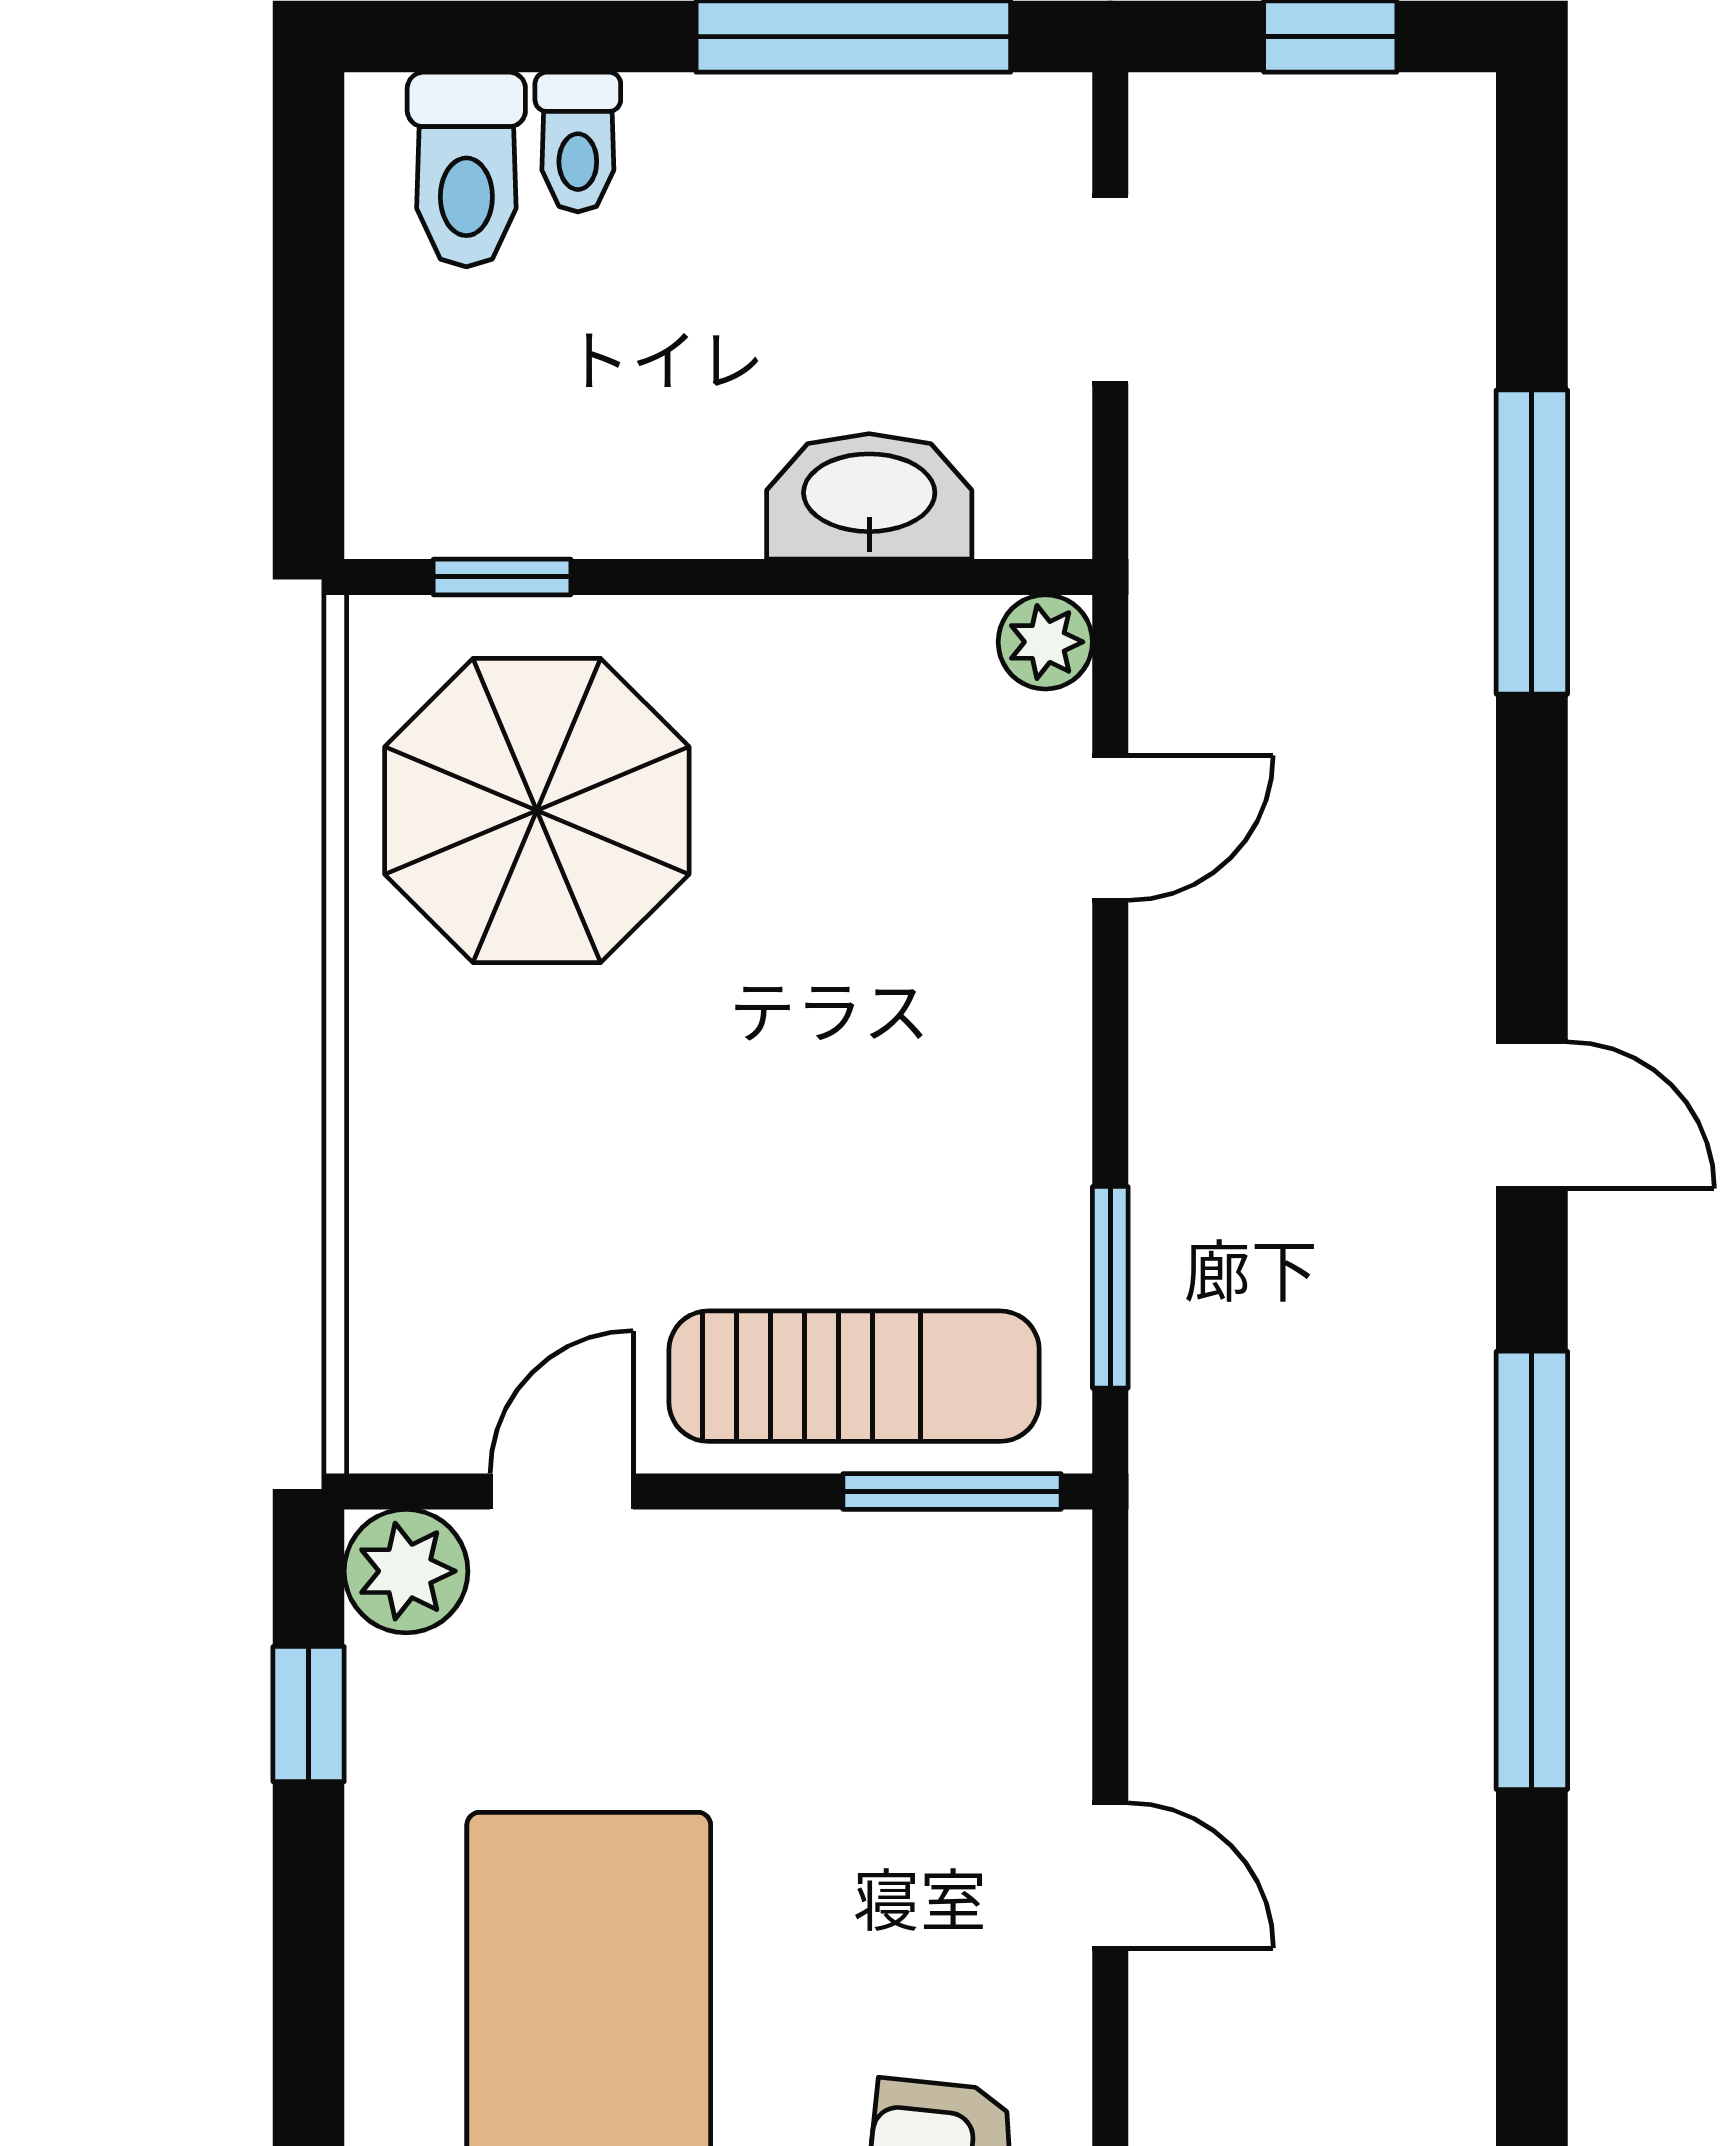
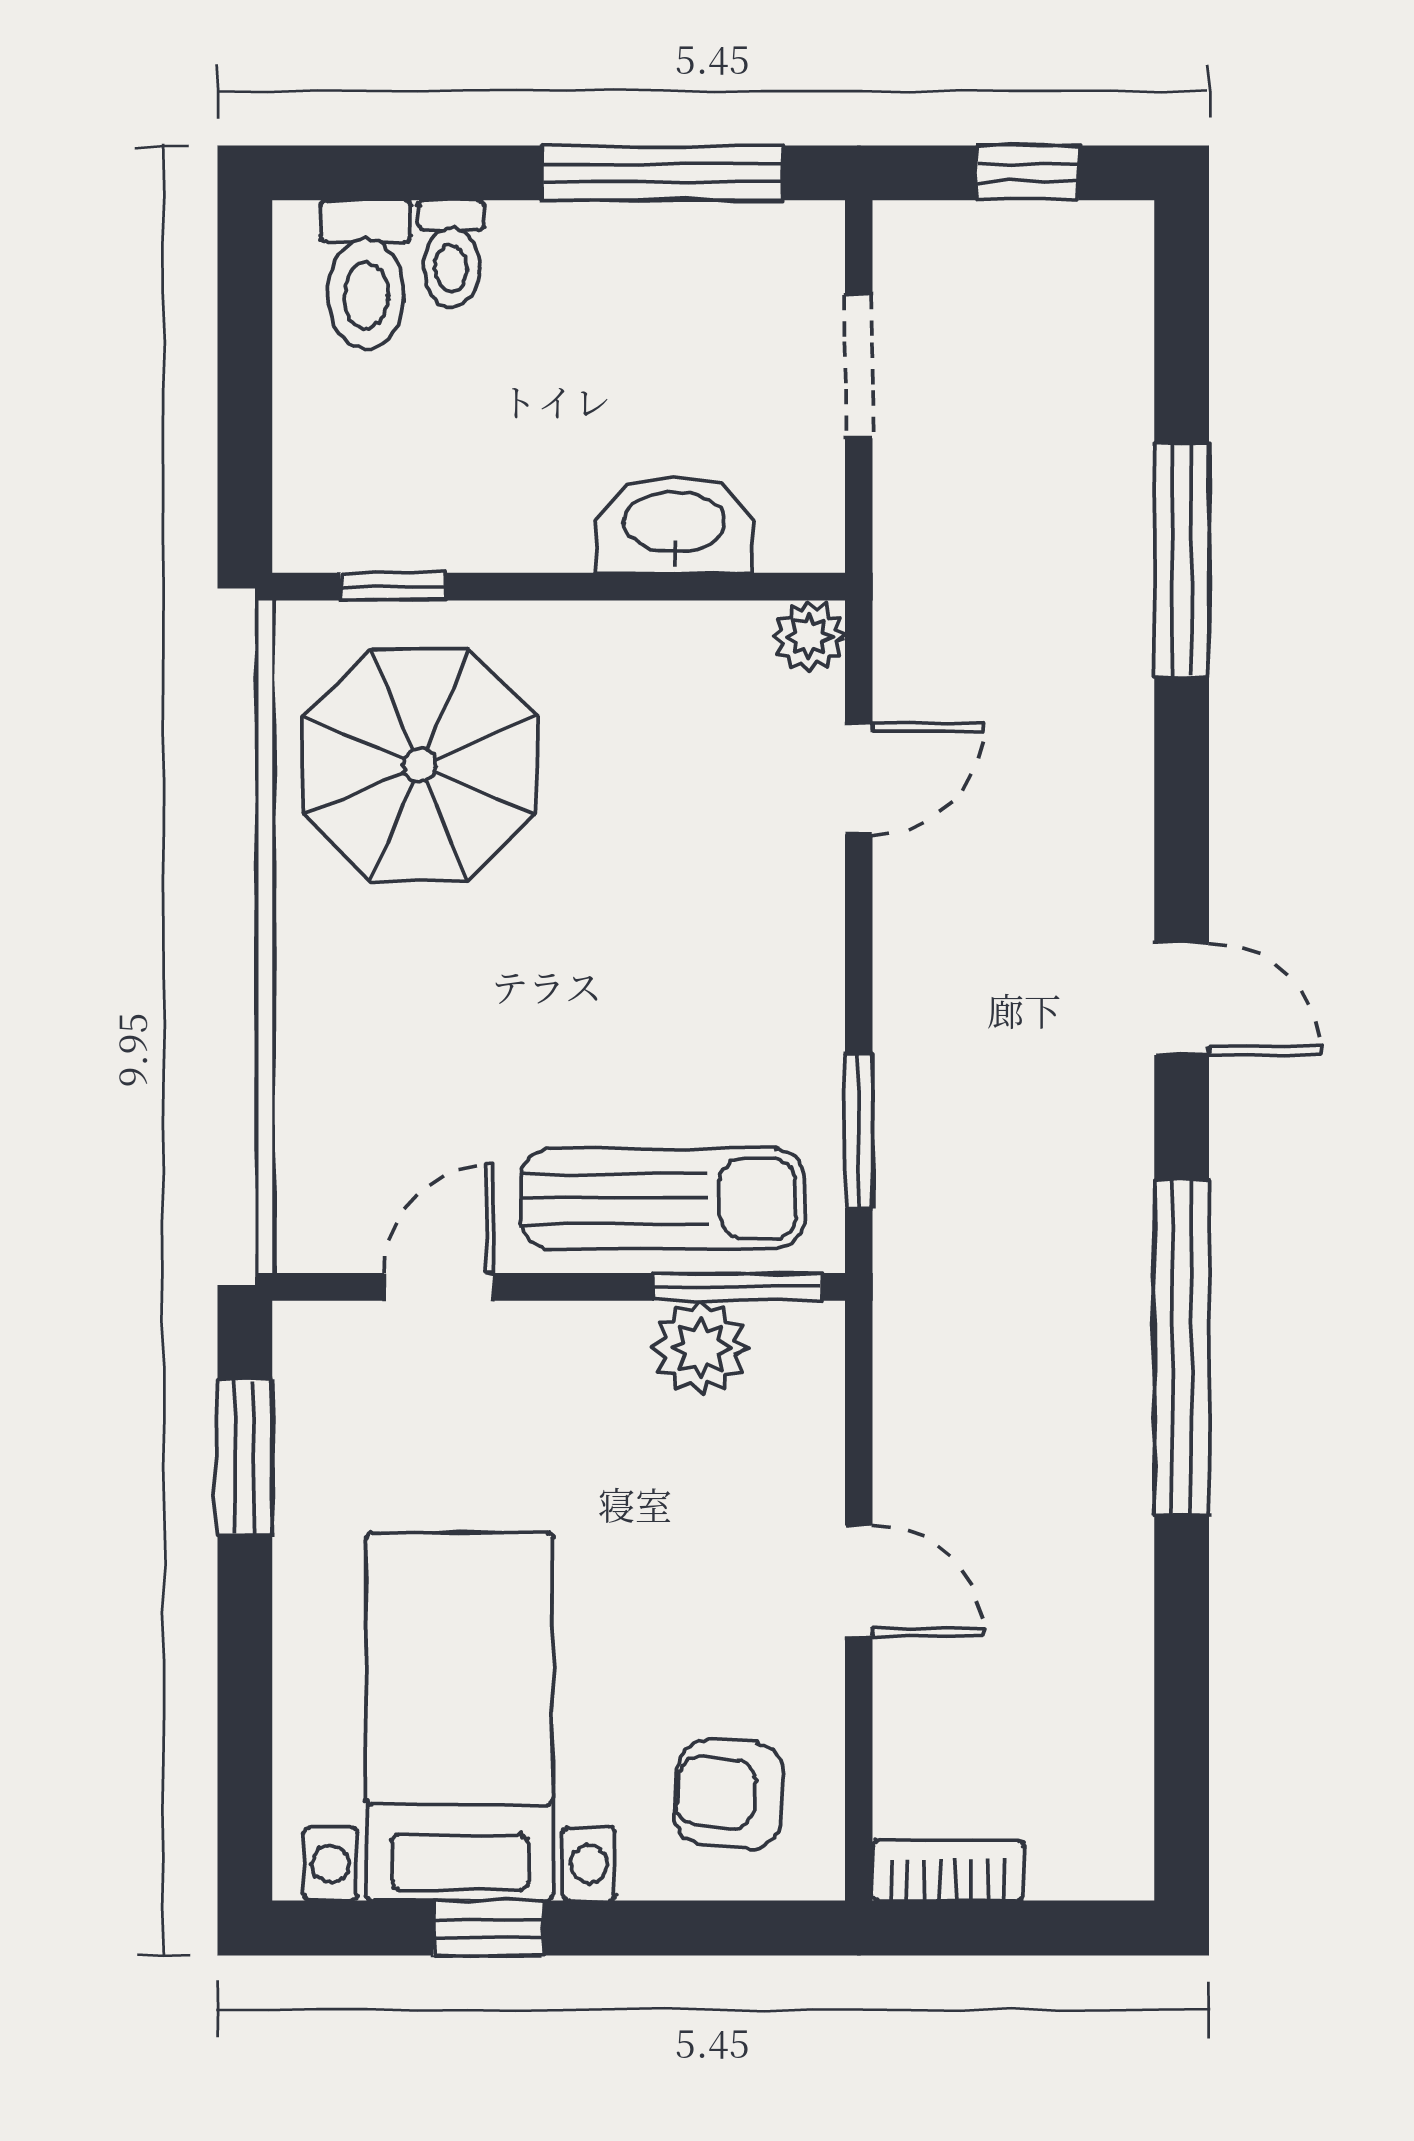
plant: (406, 1571) -> (701, 1348), moved
window: (309, 1714) -> (245, 1457), width x1.50

